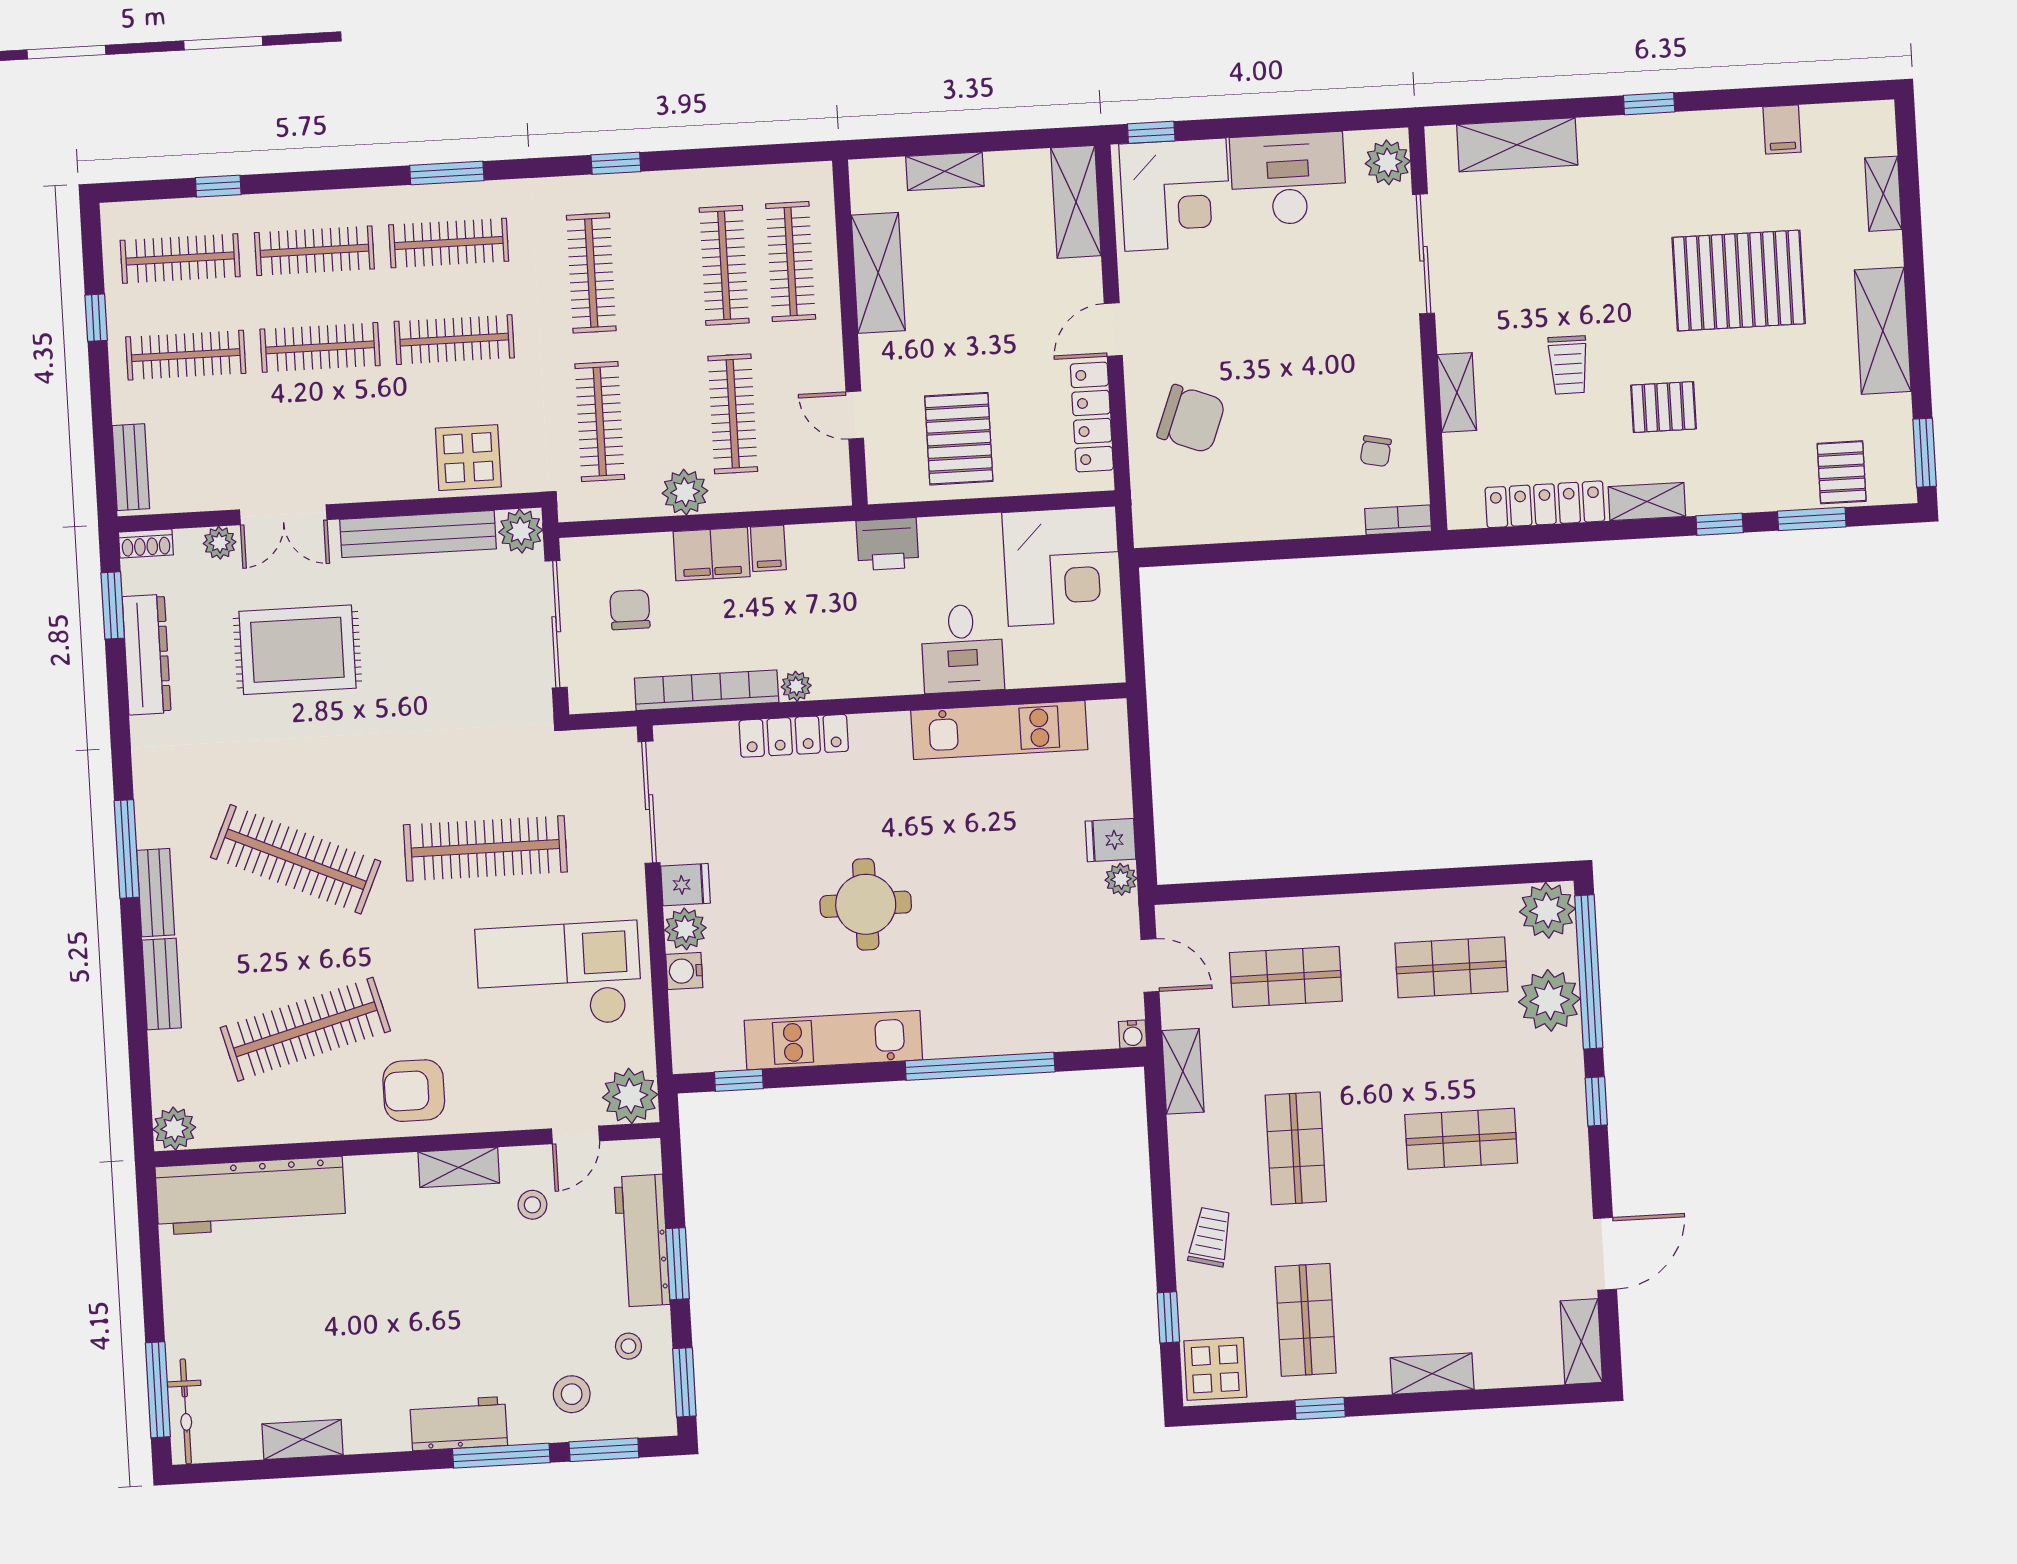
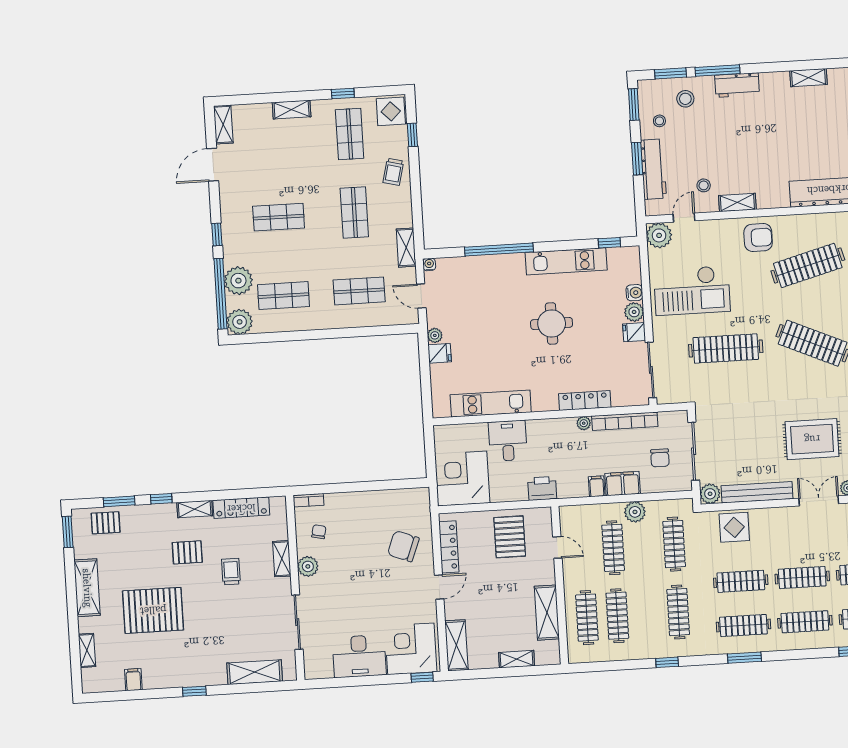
plant: (1388, 162) -> (308, 566), moved
pallet: (1842, 472) -> (106, 523), turned 90

